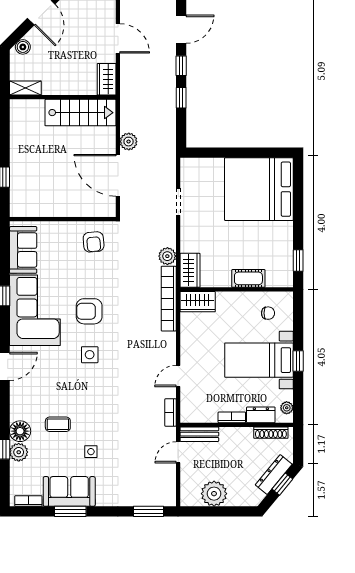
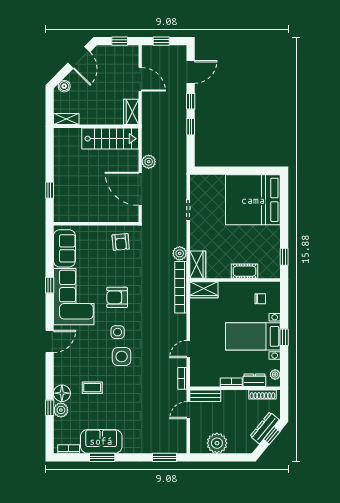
side table: (91, 452) -> (122, 356), moved, width x1.87, depth x1.87

